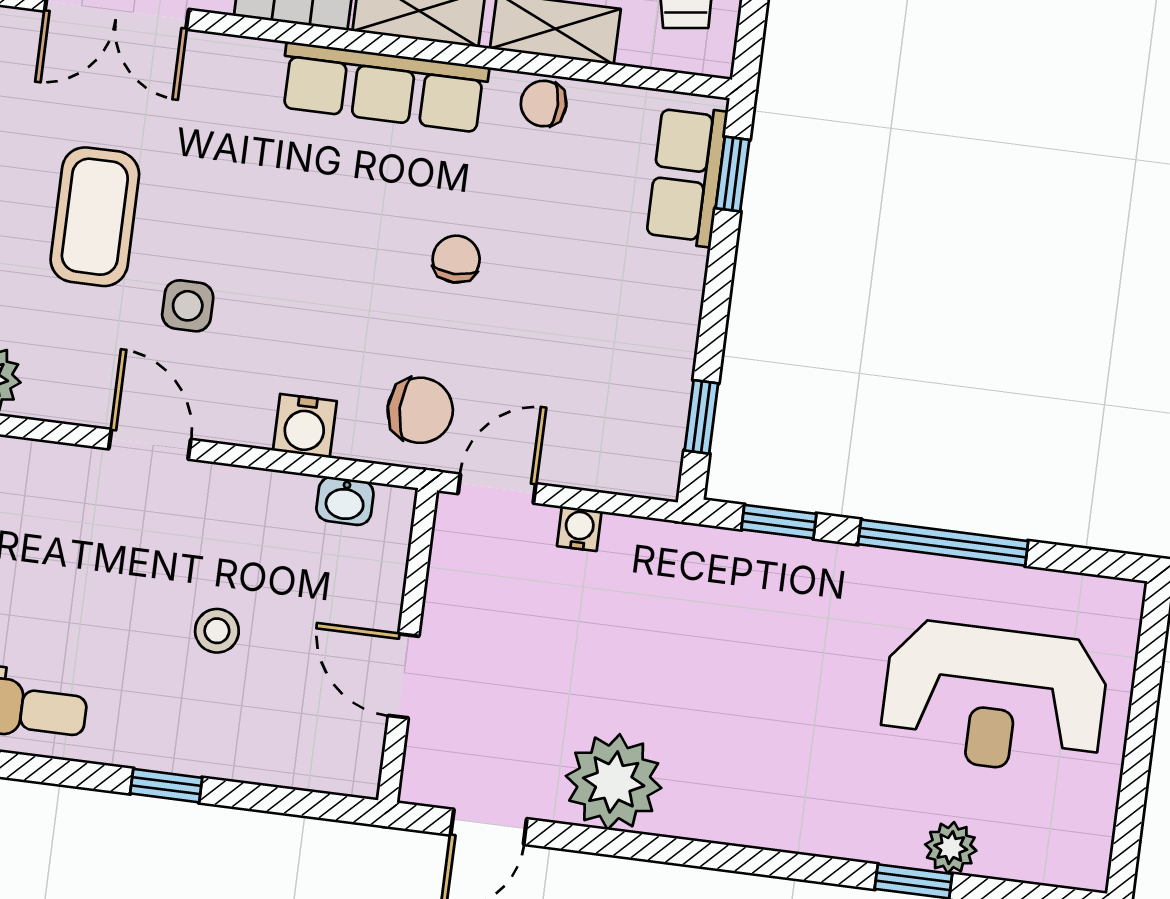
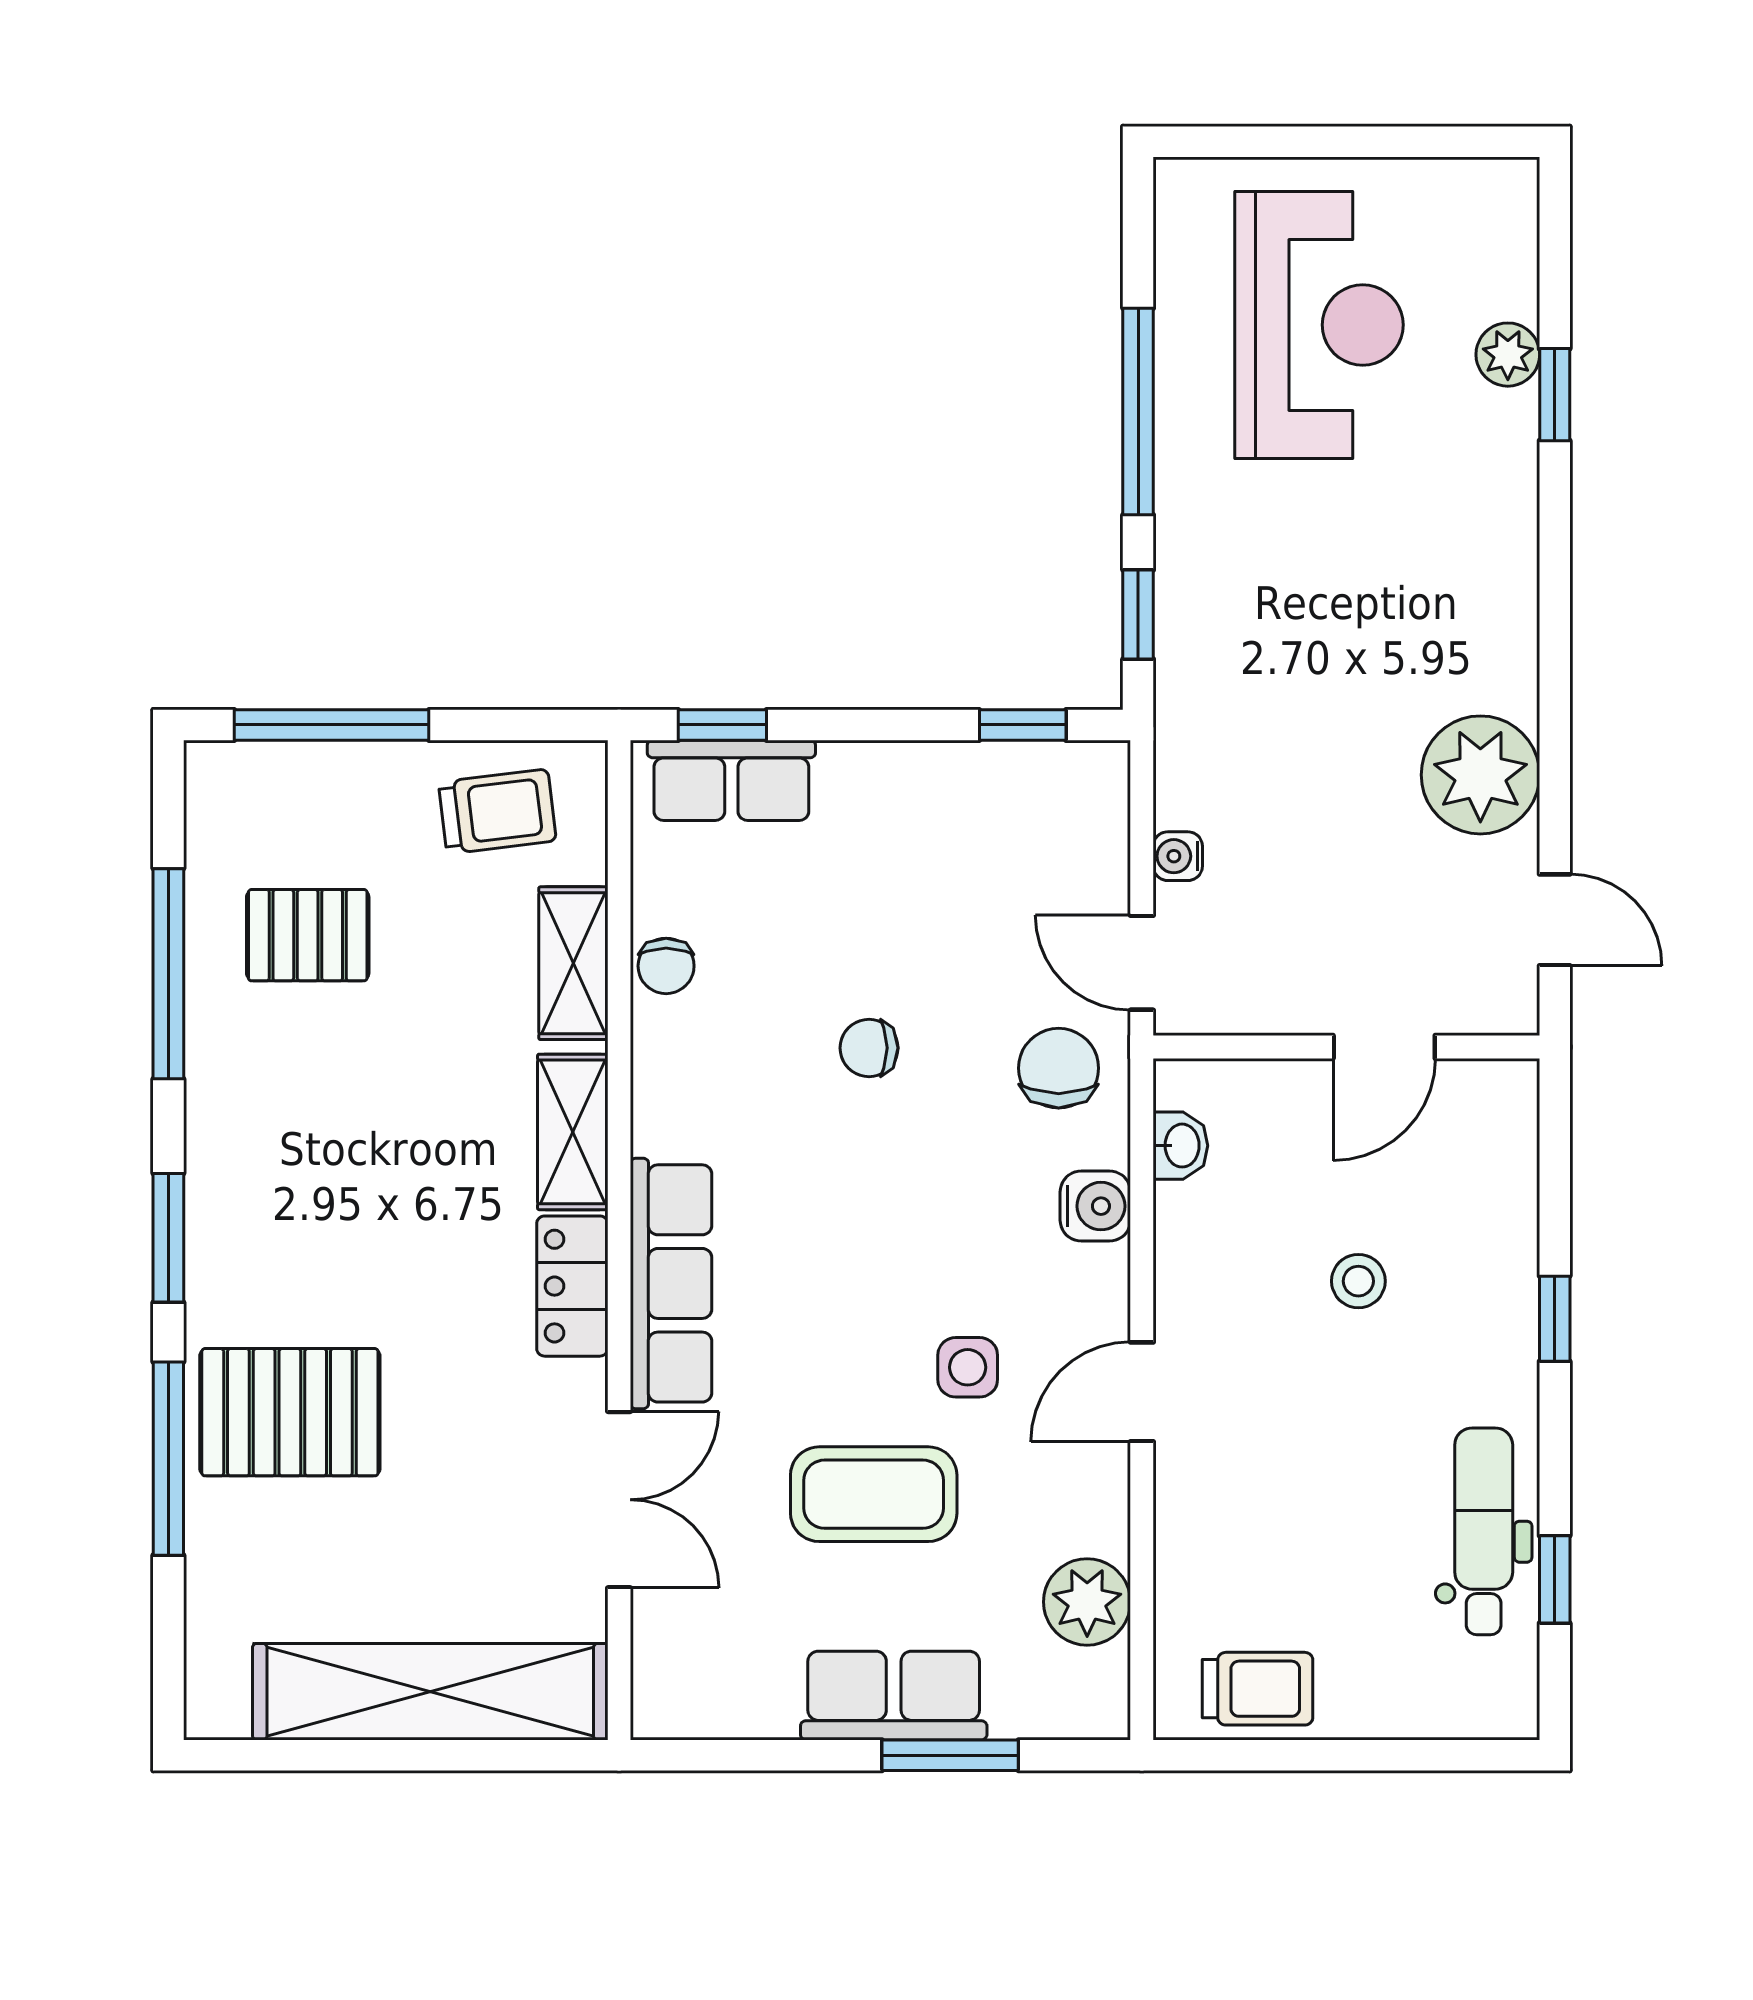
row of seats: (384, 87) -> (671, 1283), moved

